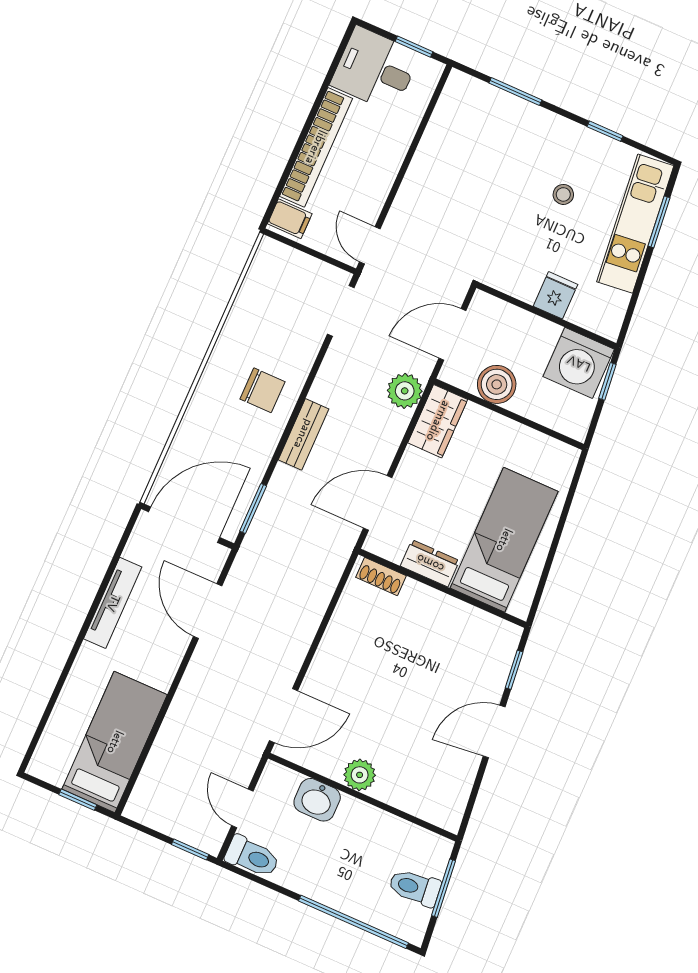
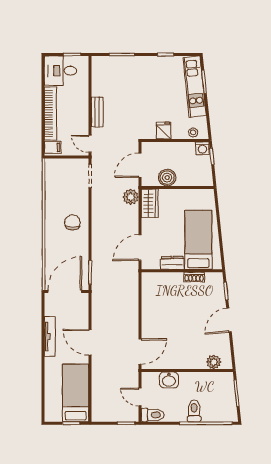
stool: (563, 194) -> (193, 132), moved
fridge: (555, 295) -> (164, 131), moved
washing machine: (579, 363) -> (202, 148), width x0.53, depth x0.53
chair: (263, 390) -> (72, 222), turned -90
bench: (303, 434) -> (97, 112), moved
shoe rack: (381, 577) -> (194, 277), moved
door: (208, 611) -> (90, 342), moved
plant: (360, 775) -> (214, 362), moved
toilet: (415, 887) -> (194, 411), moved, turned 96

